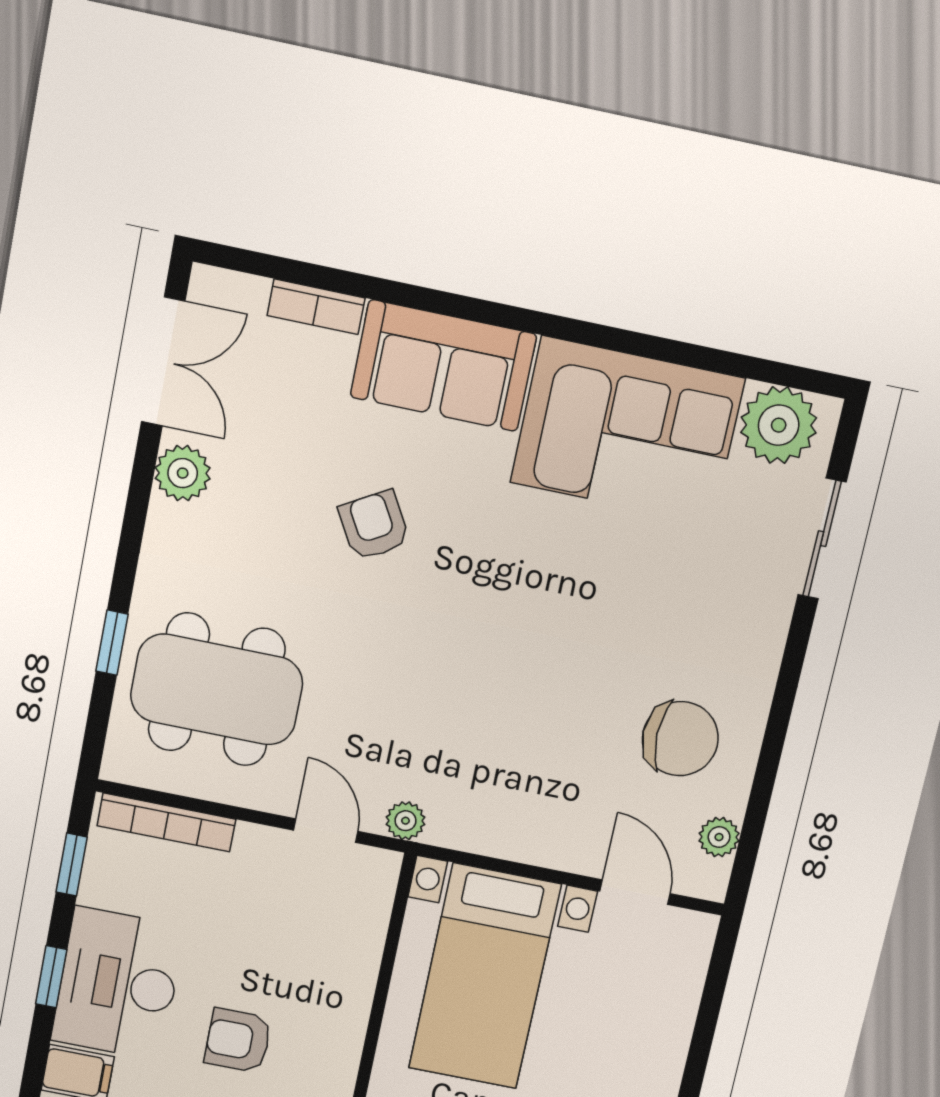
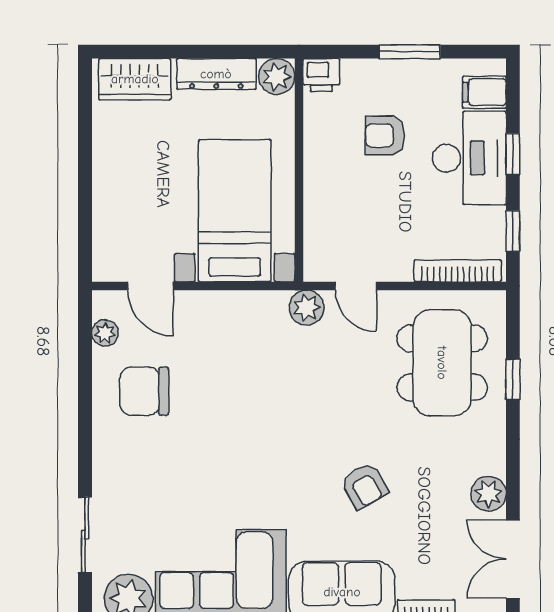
dining table: (217, 689) -> (442, 363), turned 90
plant: (405, 821) -> (307, 308), width x1.38, depth x1.38
armchair: (238, 1040) -> (385, 135), turned 180

